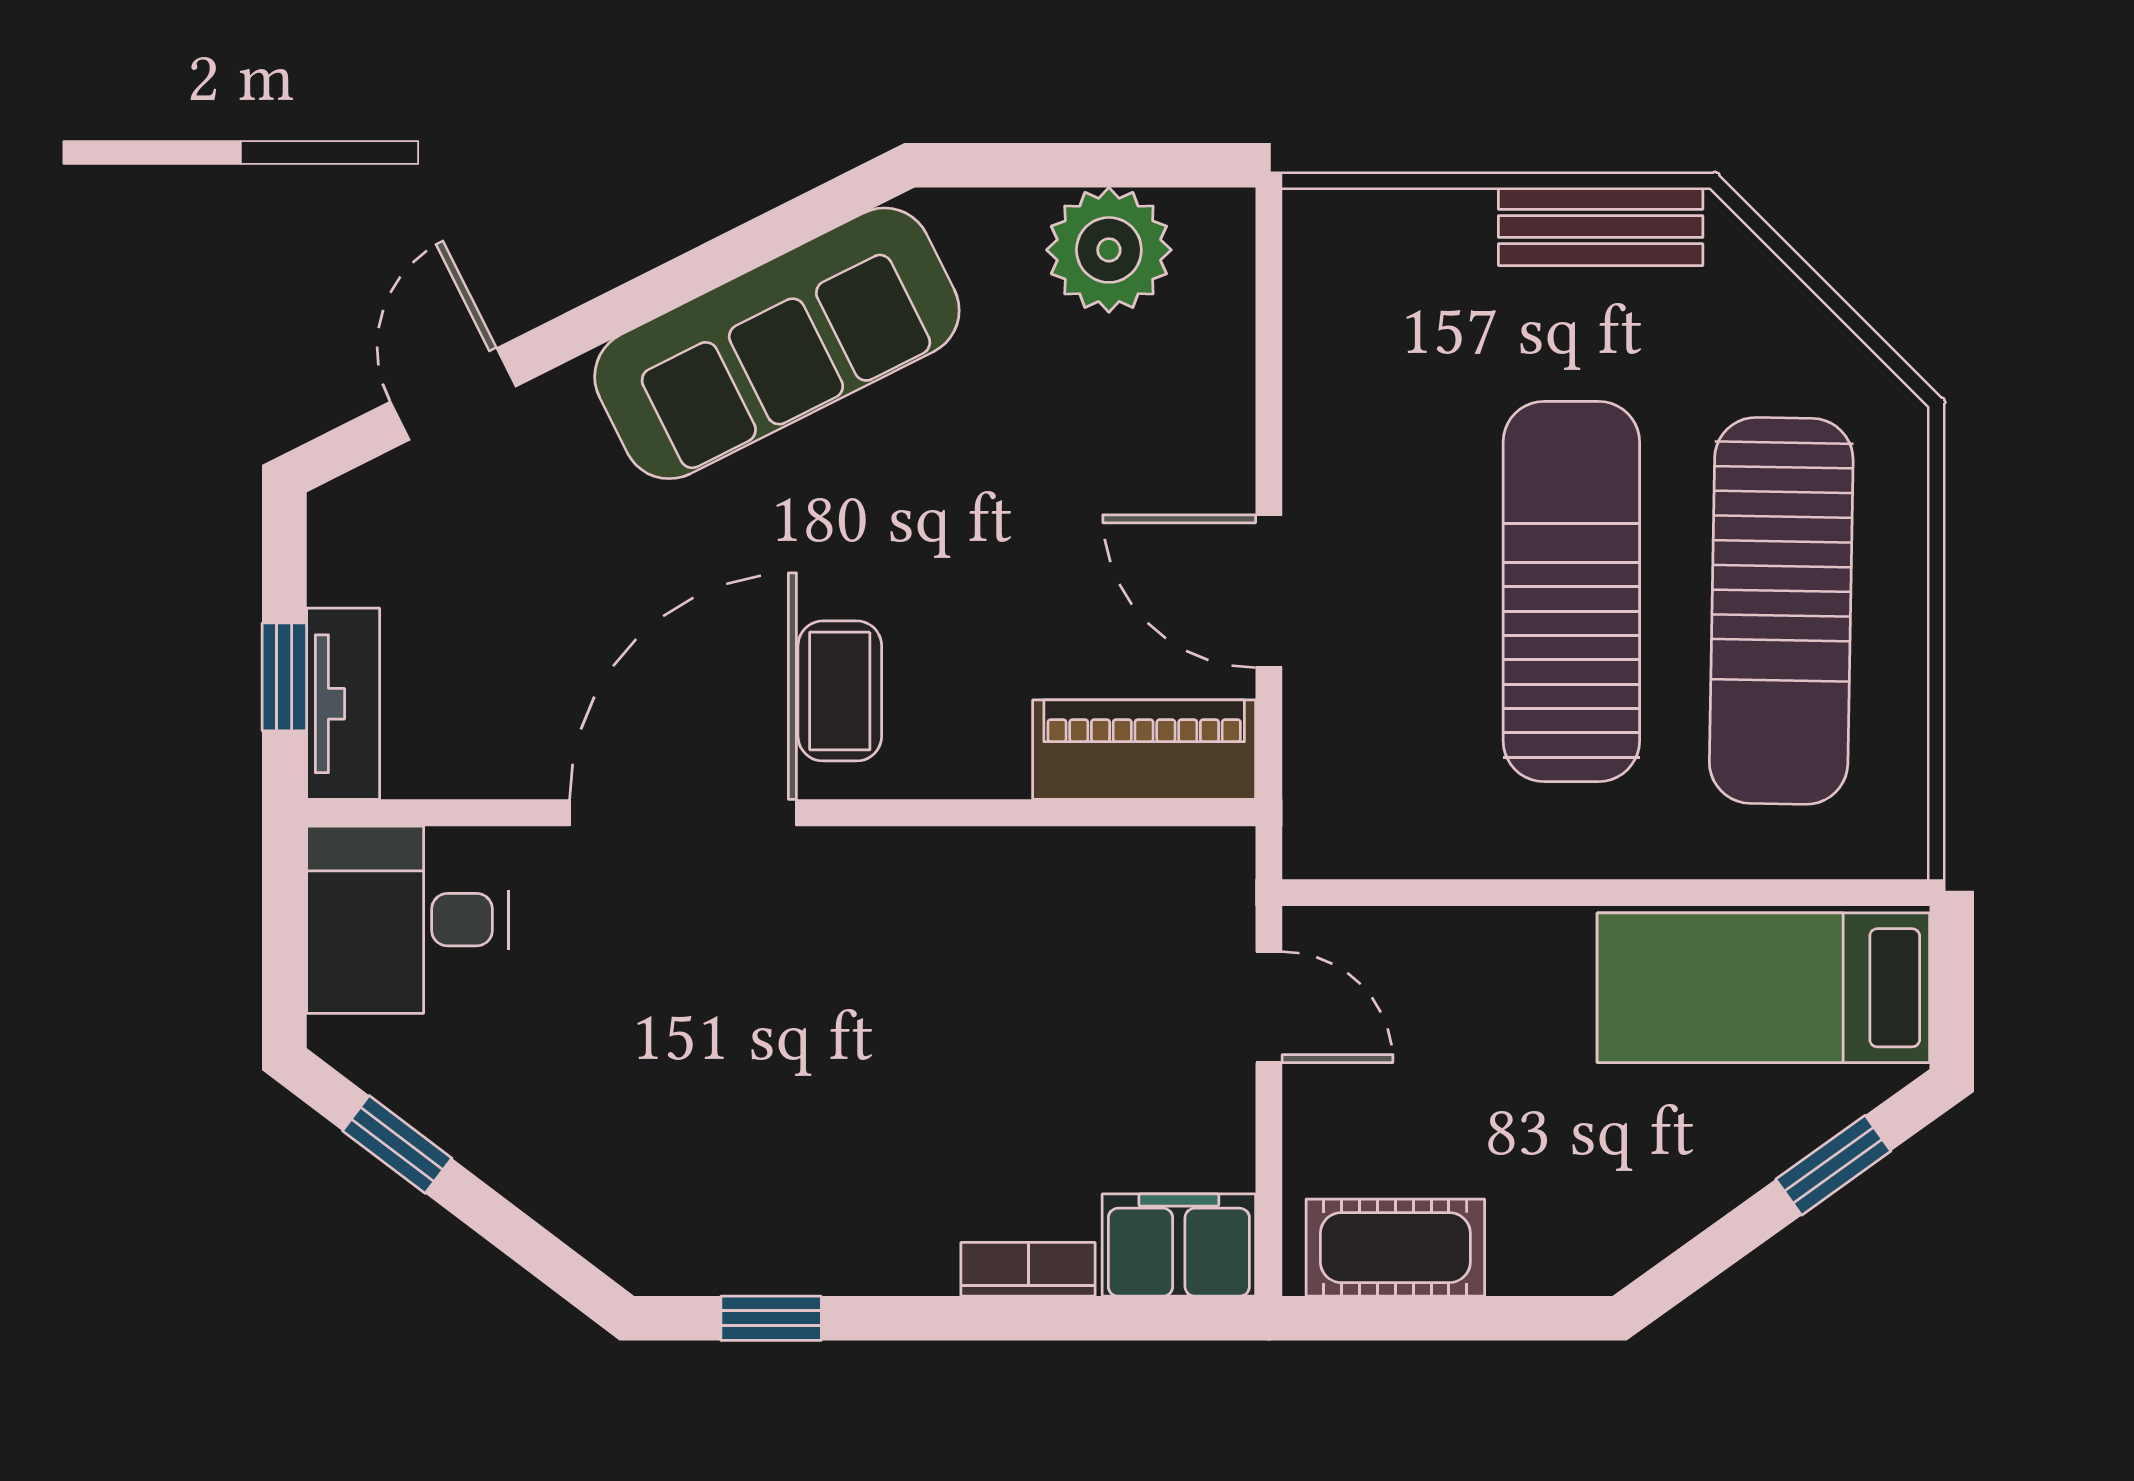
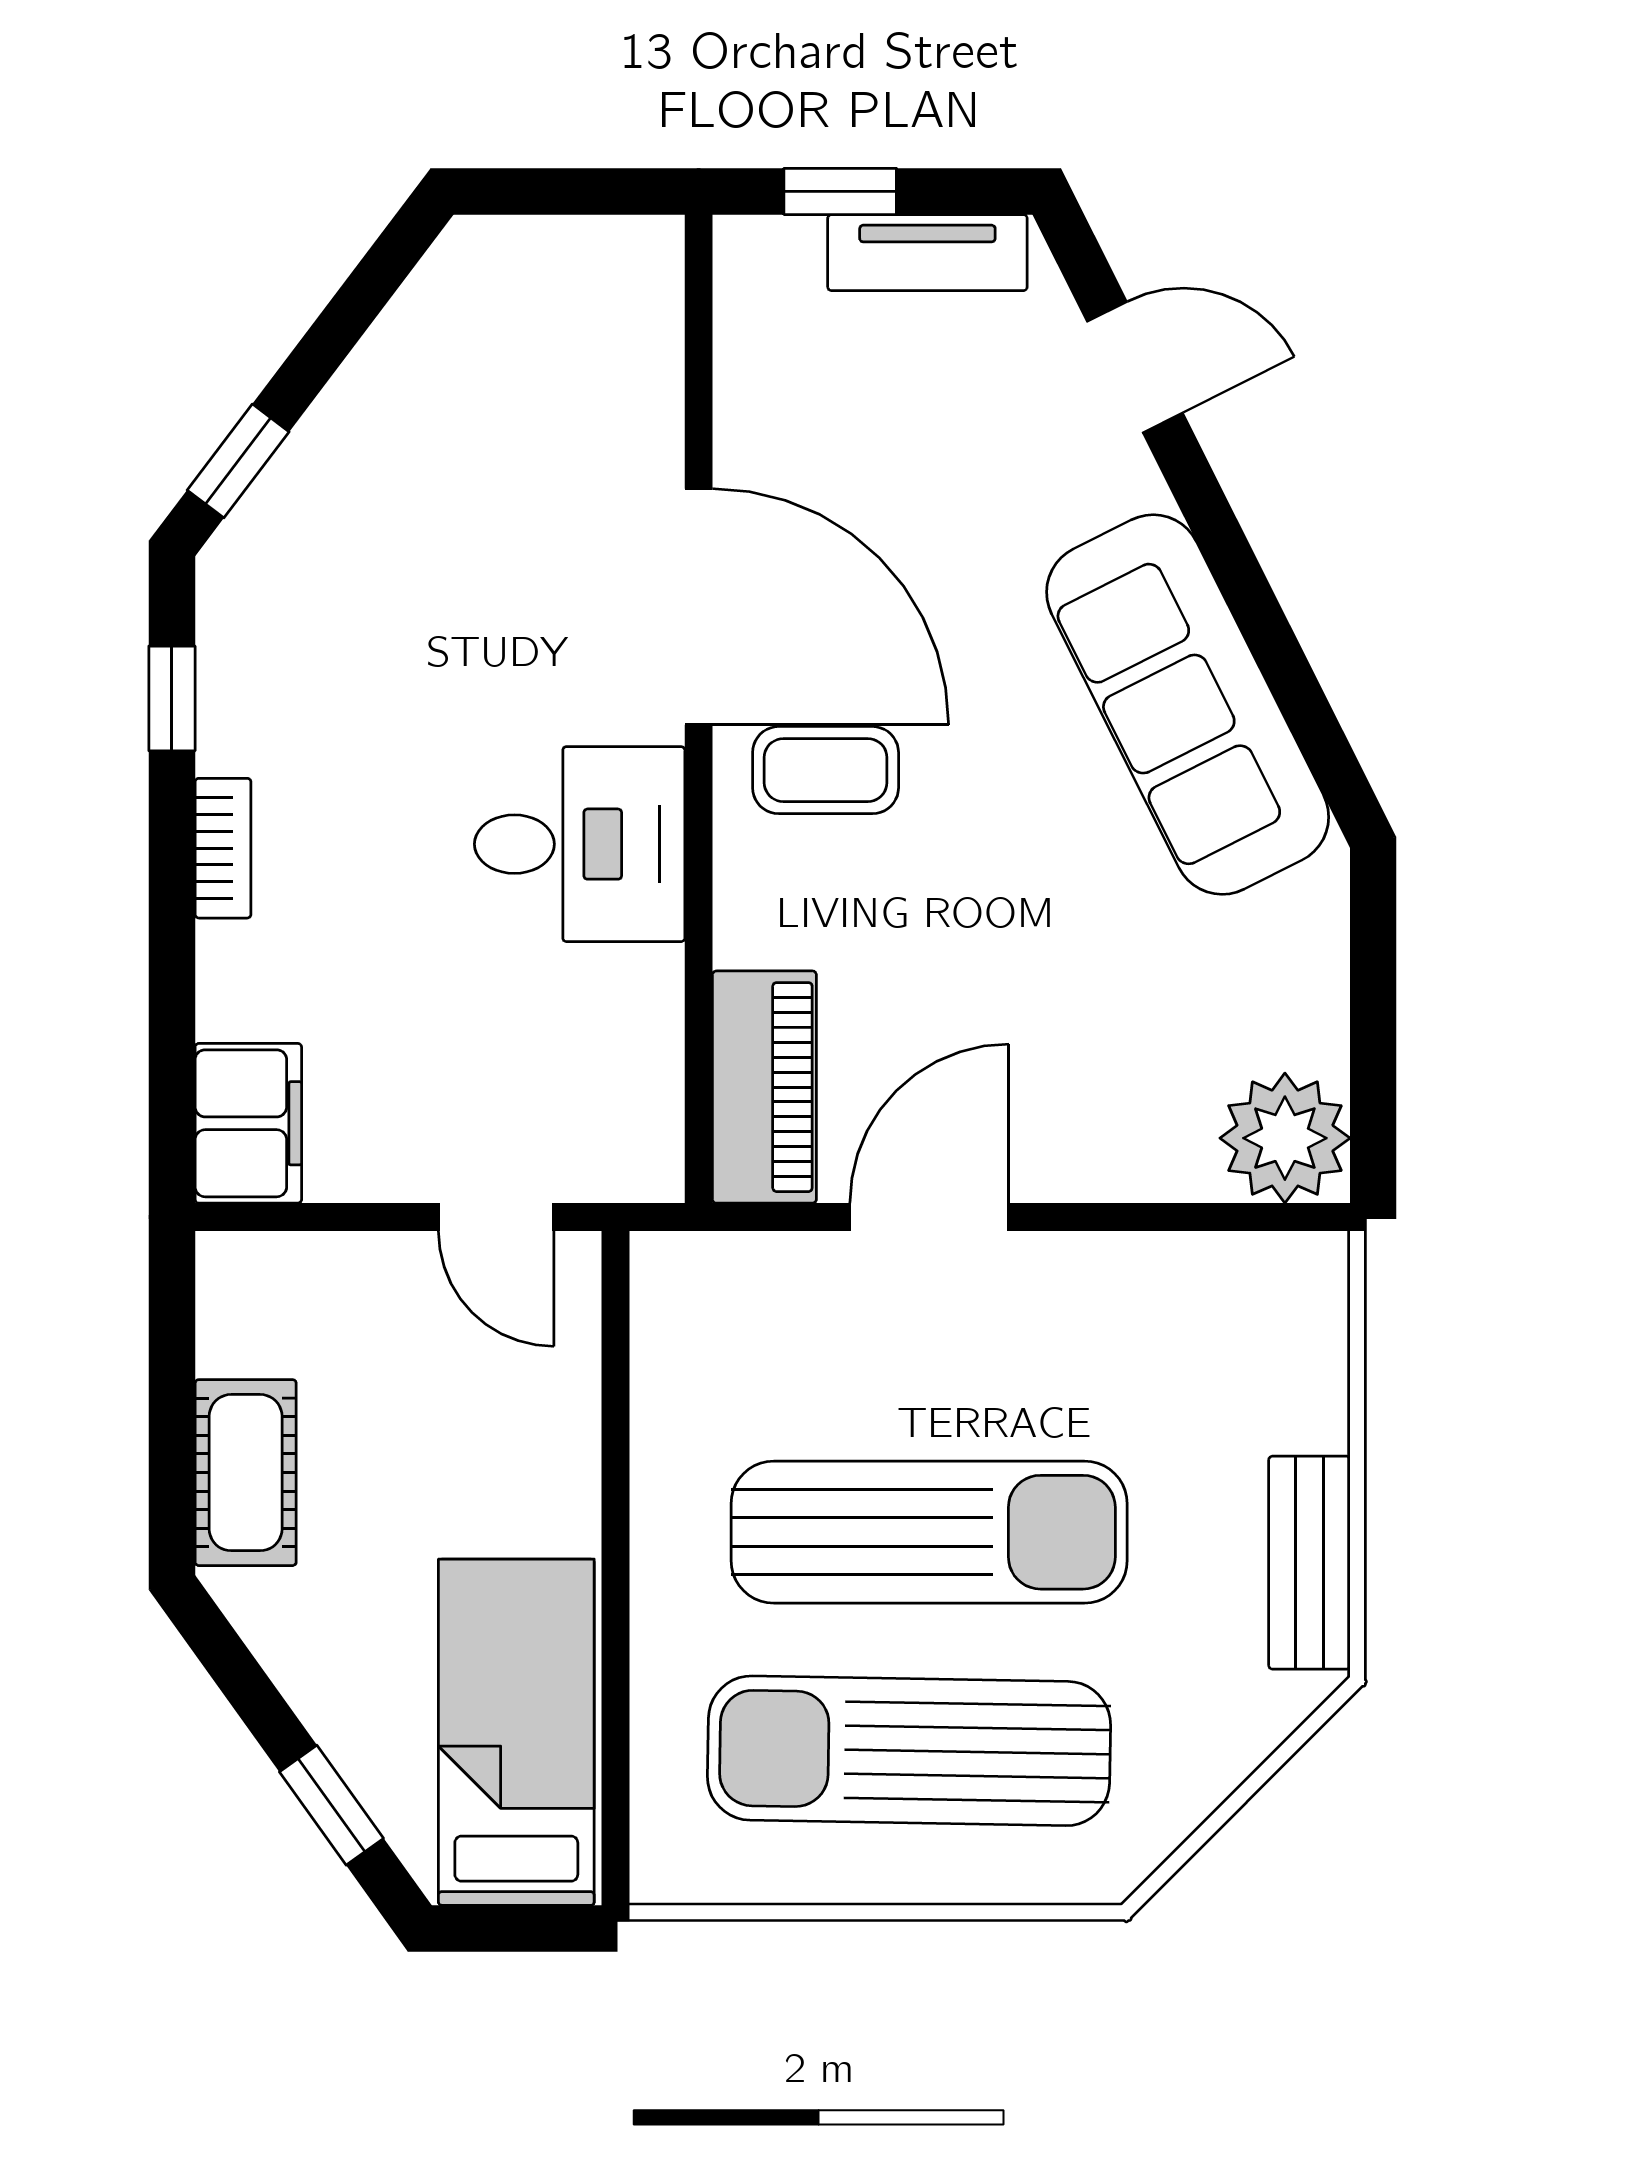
plant: (1109, 250) -> (1285, 1138), moved
tv unit: (343, 704) -> (927, 253), moved
desk: (407, 920) -> (580, 844), moved, turned 90
door: (1269, 1007) -> (496, 1217), hinge flipped
window: (397, 1144) -> (238, 461), moved
cot: (1395, 1248) -> (246, 1473), moved
bookcase: (1028, 1269) -> (223, 848), moved

